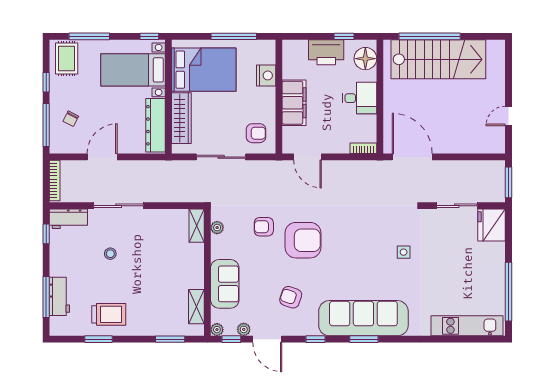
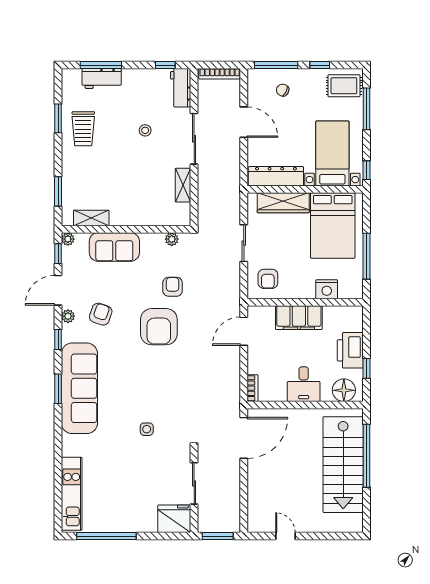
sliding door: (221, 157) -> (244, 243), width x0.73
shelving: (197, 226) -> (183, 185), moved, turned 90
plant: (244, 329) -> (68, 316), moved

